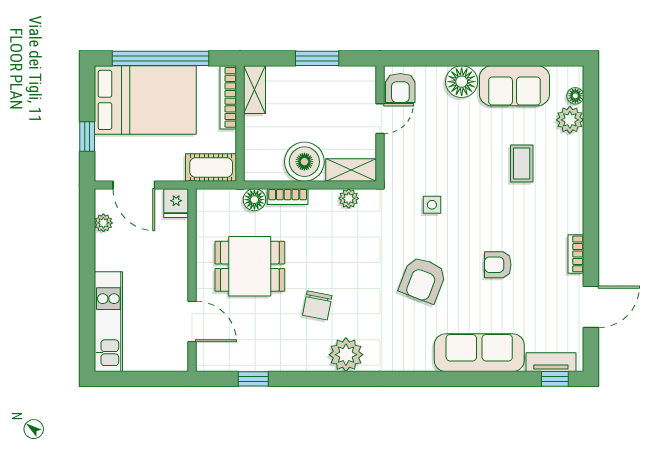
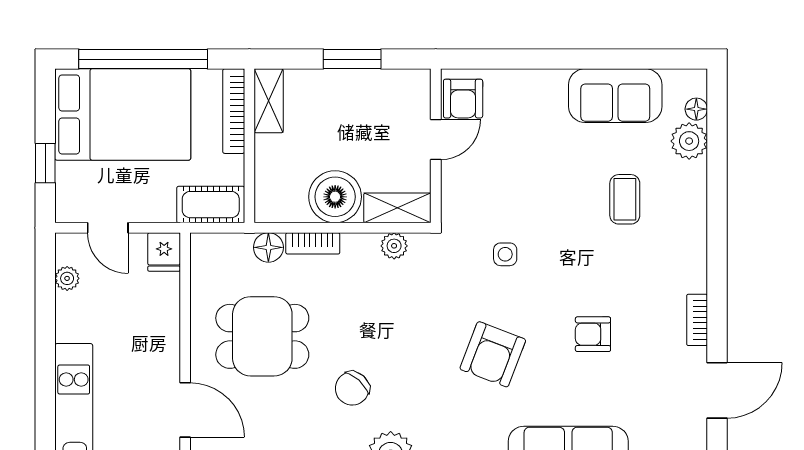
floor lamp: (462, 82) -> (545, 90), removed
door: (134, 185) -> (108, 228), width x0.73
chair: (317, 305) -> (352, 388), turned 31

